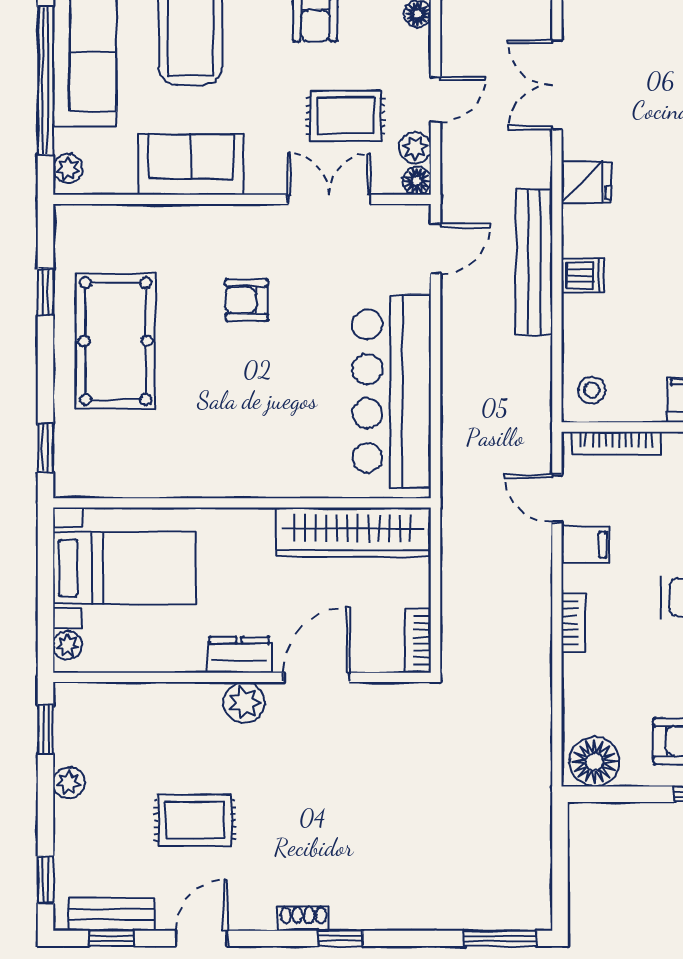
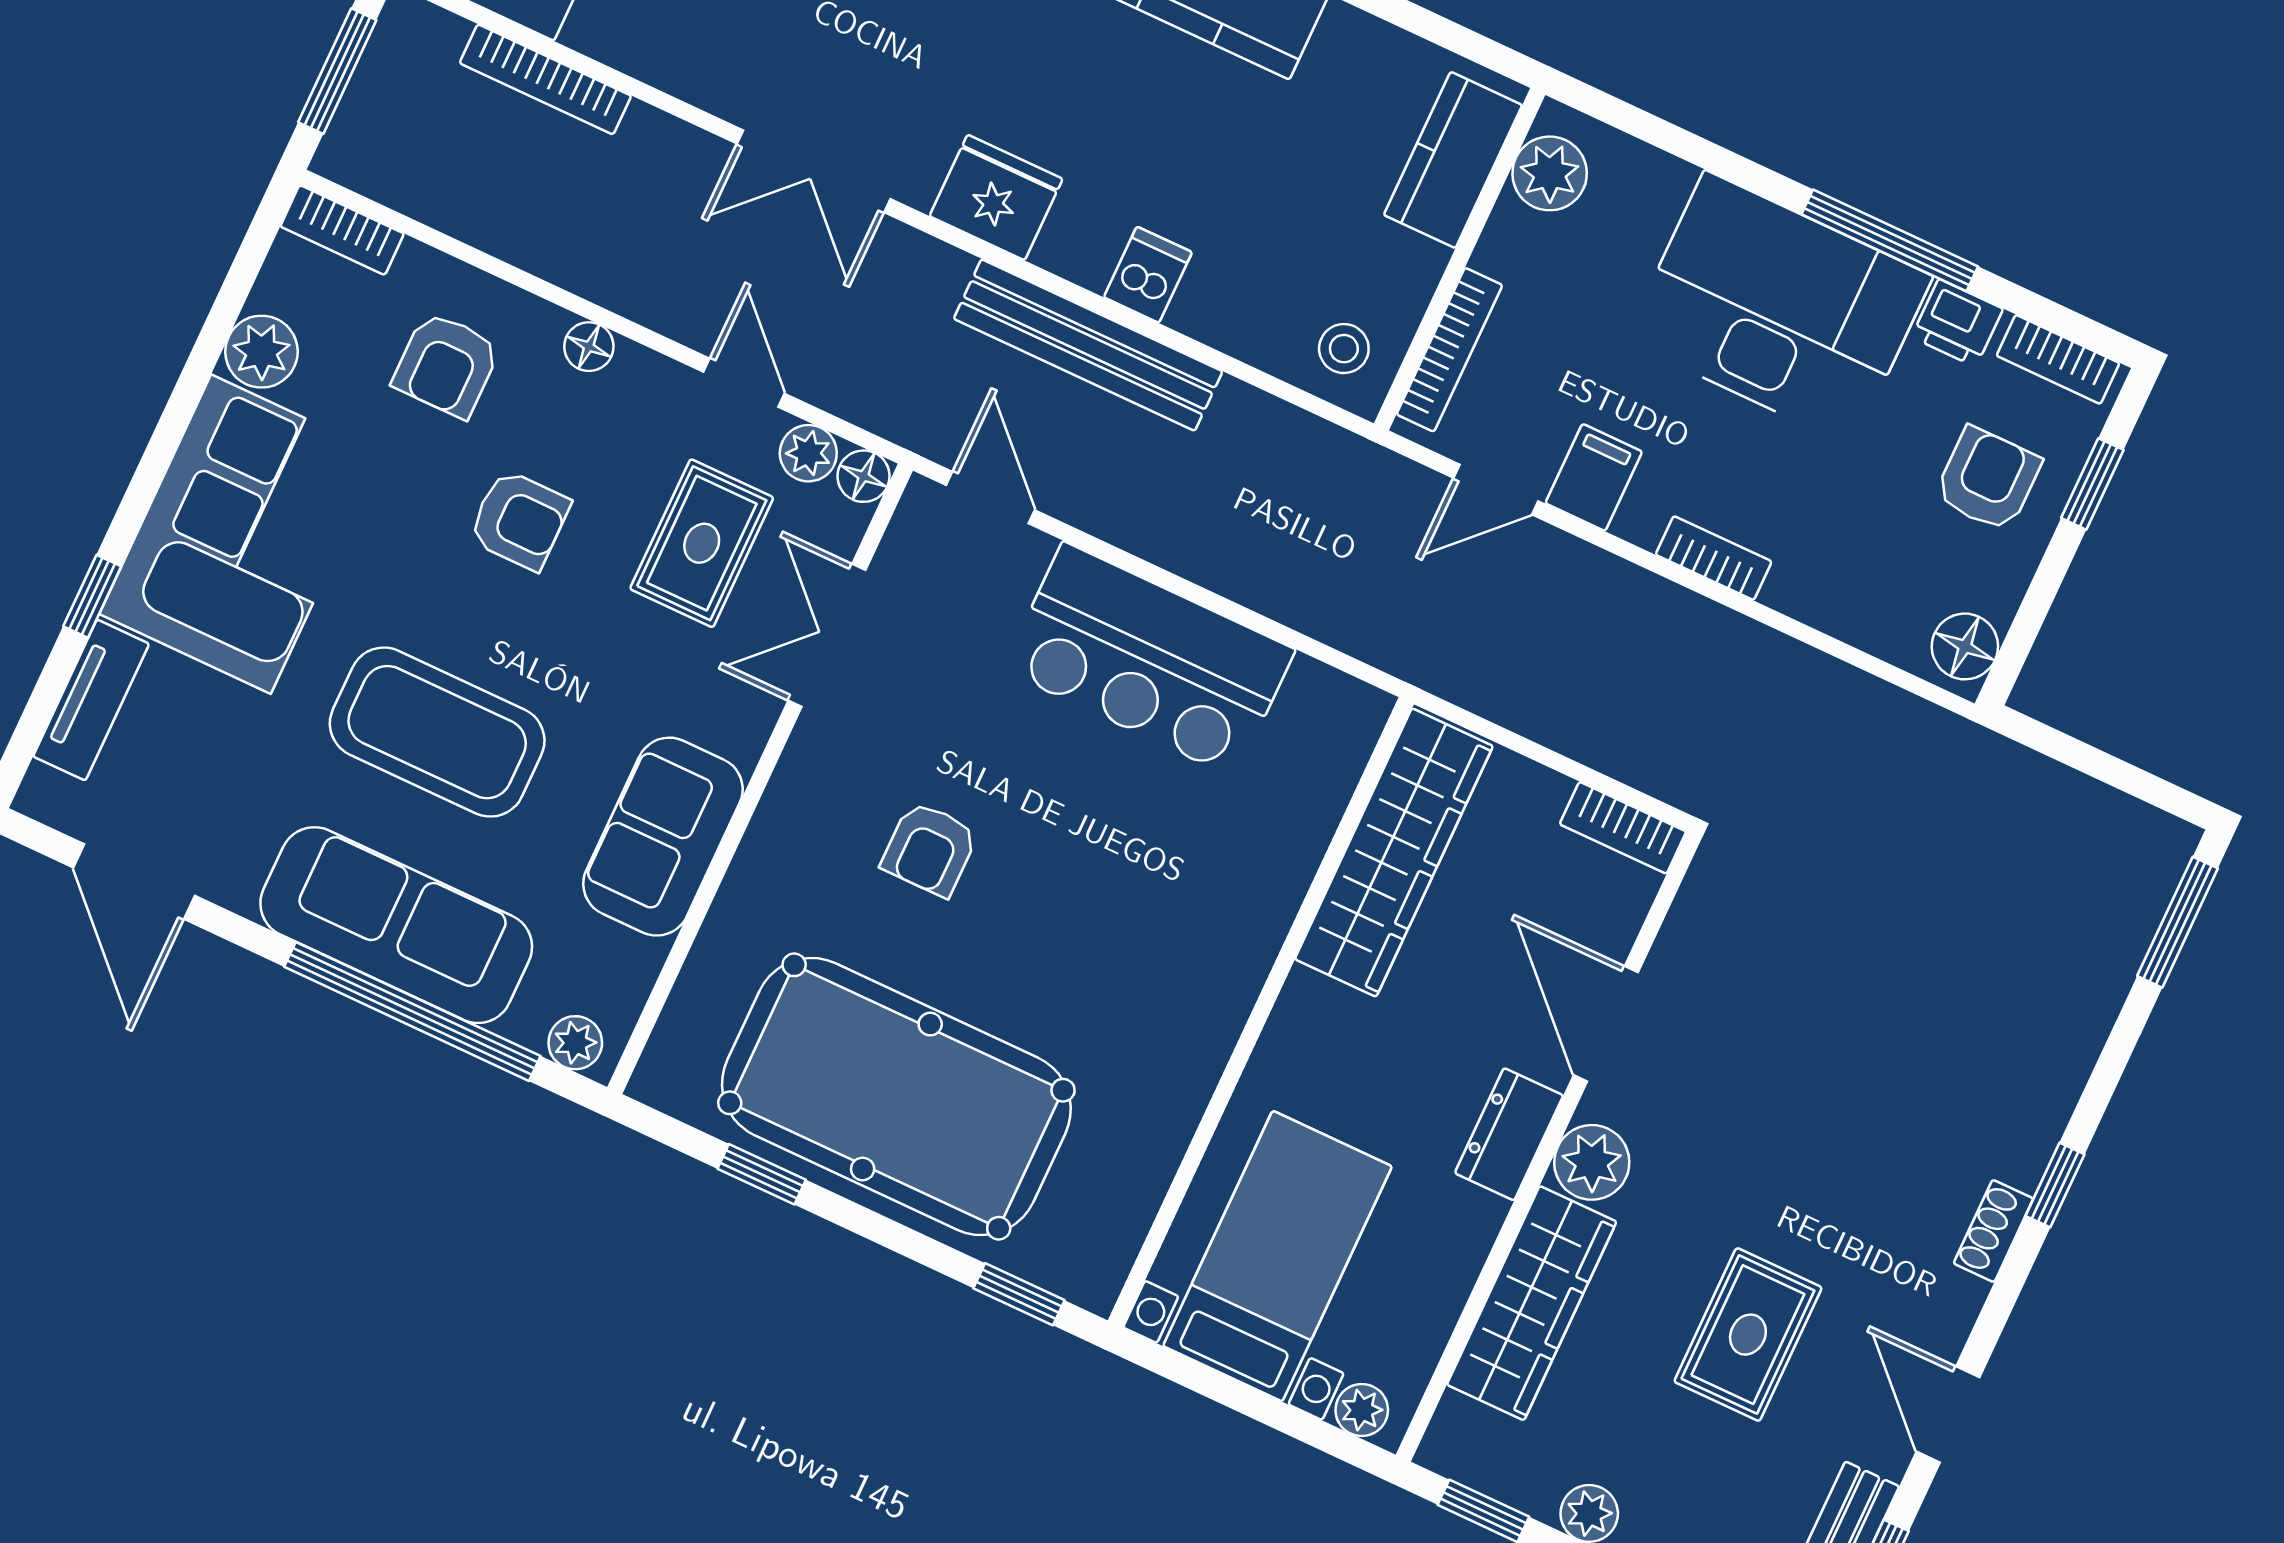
fridge: (586, 182) -> (996, 197), width x1.38
pool table: (116, 341) -> (896, 1097), width x1.36, depth x1.32
bar counter: (392, 391) -> (1149, 660), width x0.73
wardrobe: (160, 705) -> (1532, 1303), added
floor lamp: (594, 762) -> (1965, 646), width x0.73, depth x0.73

